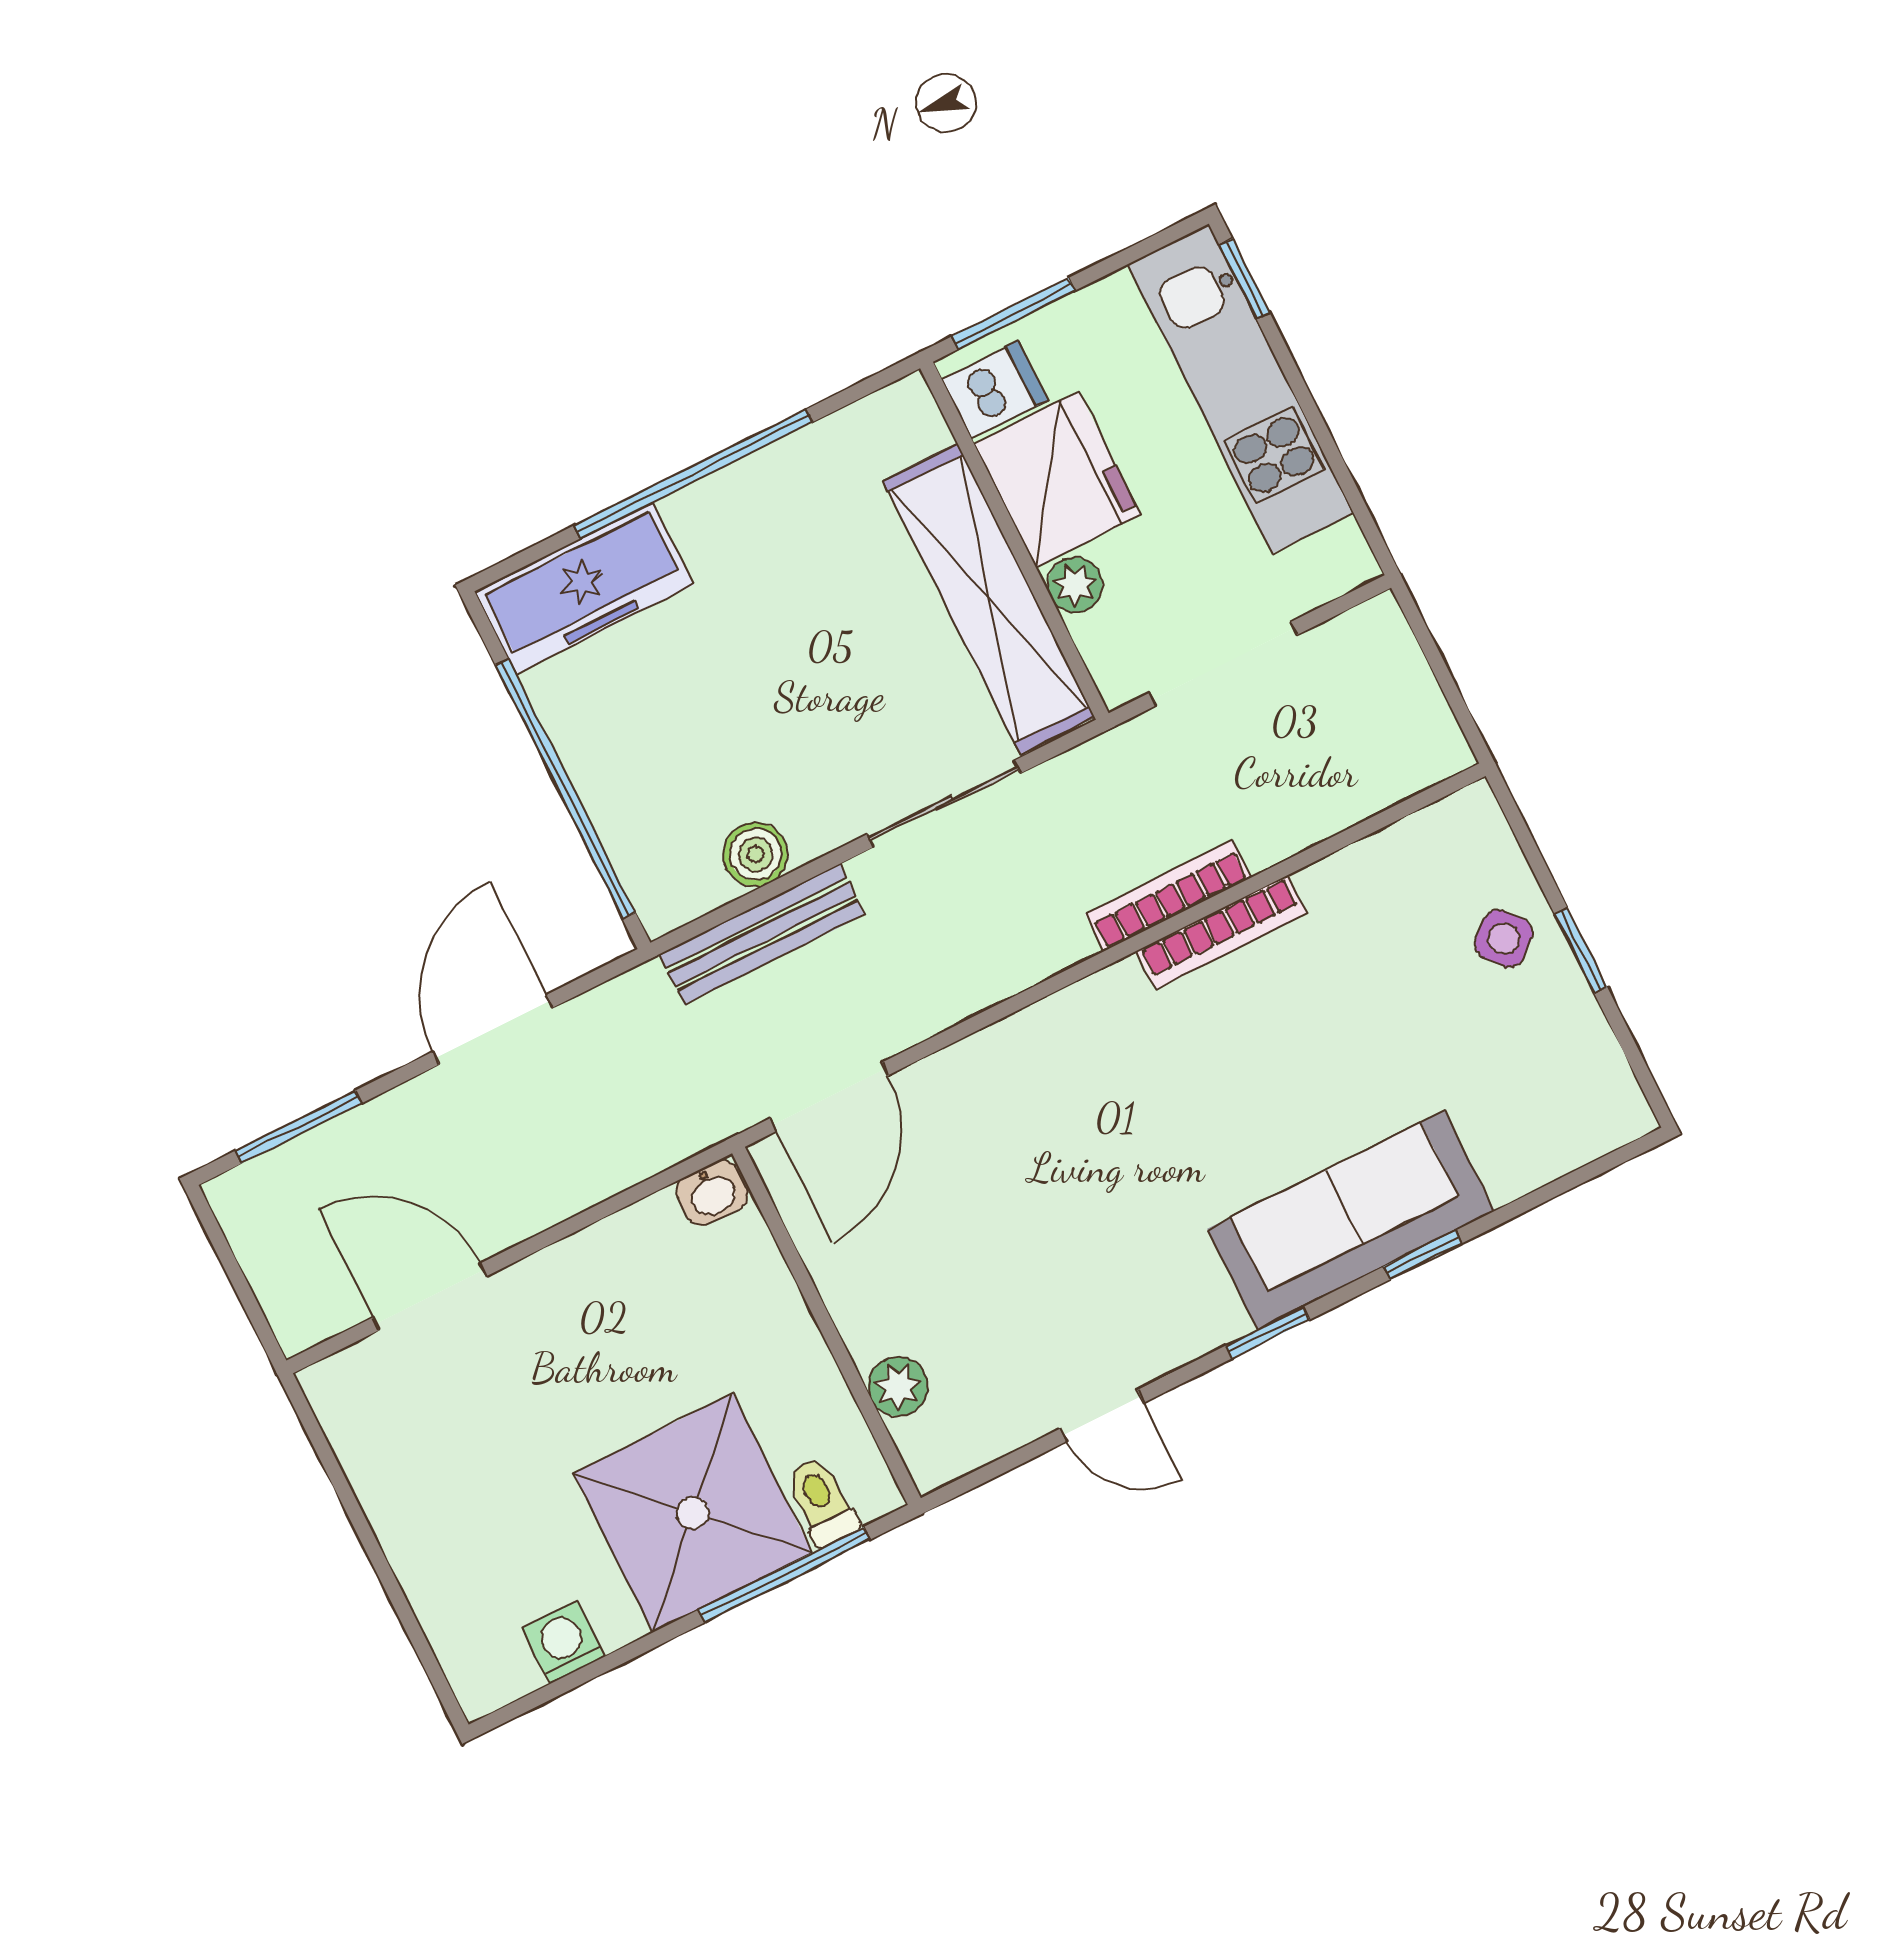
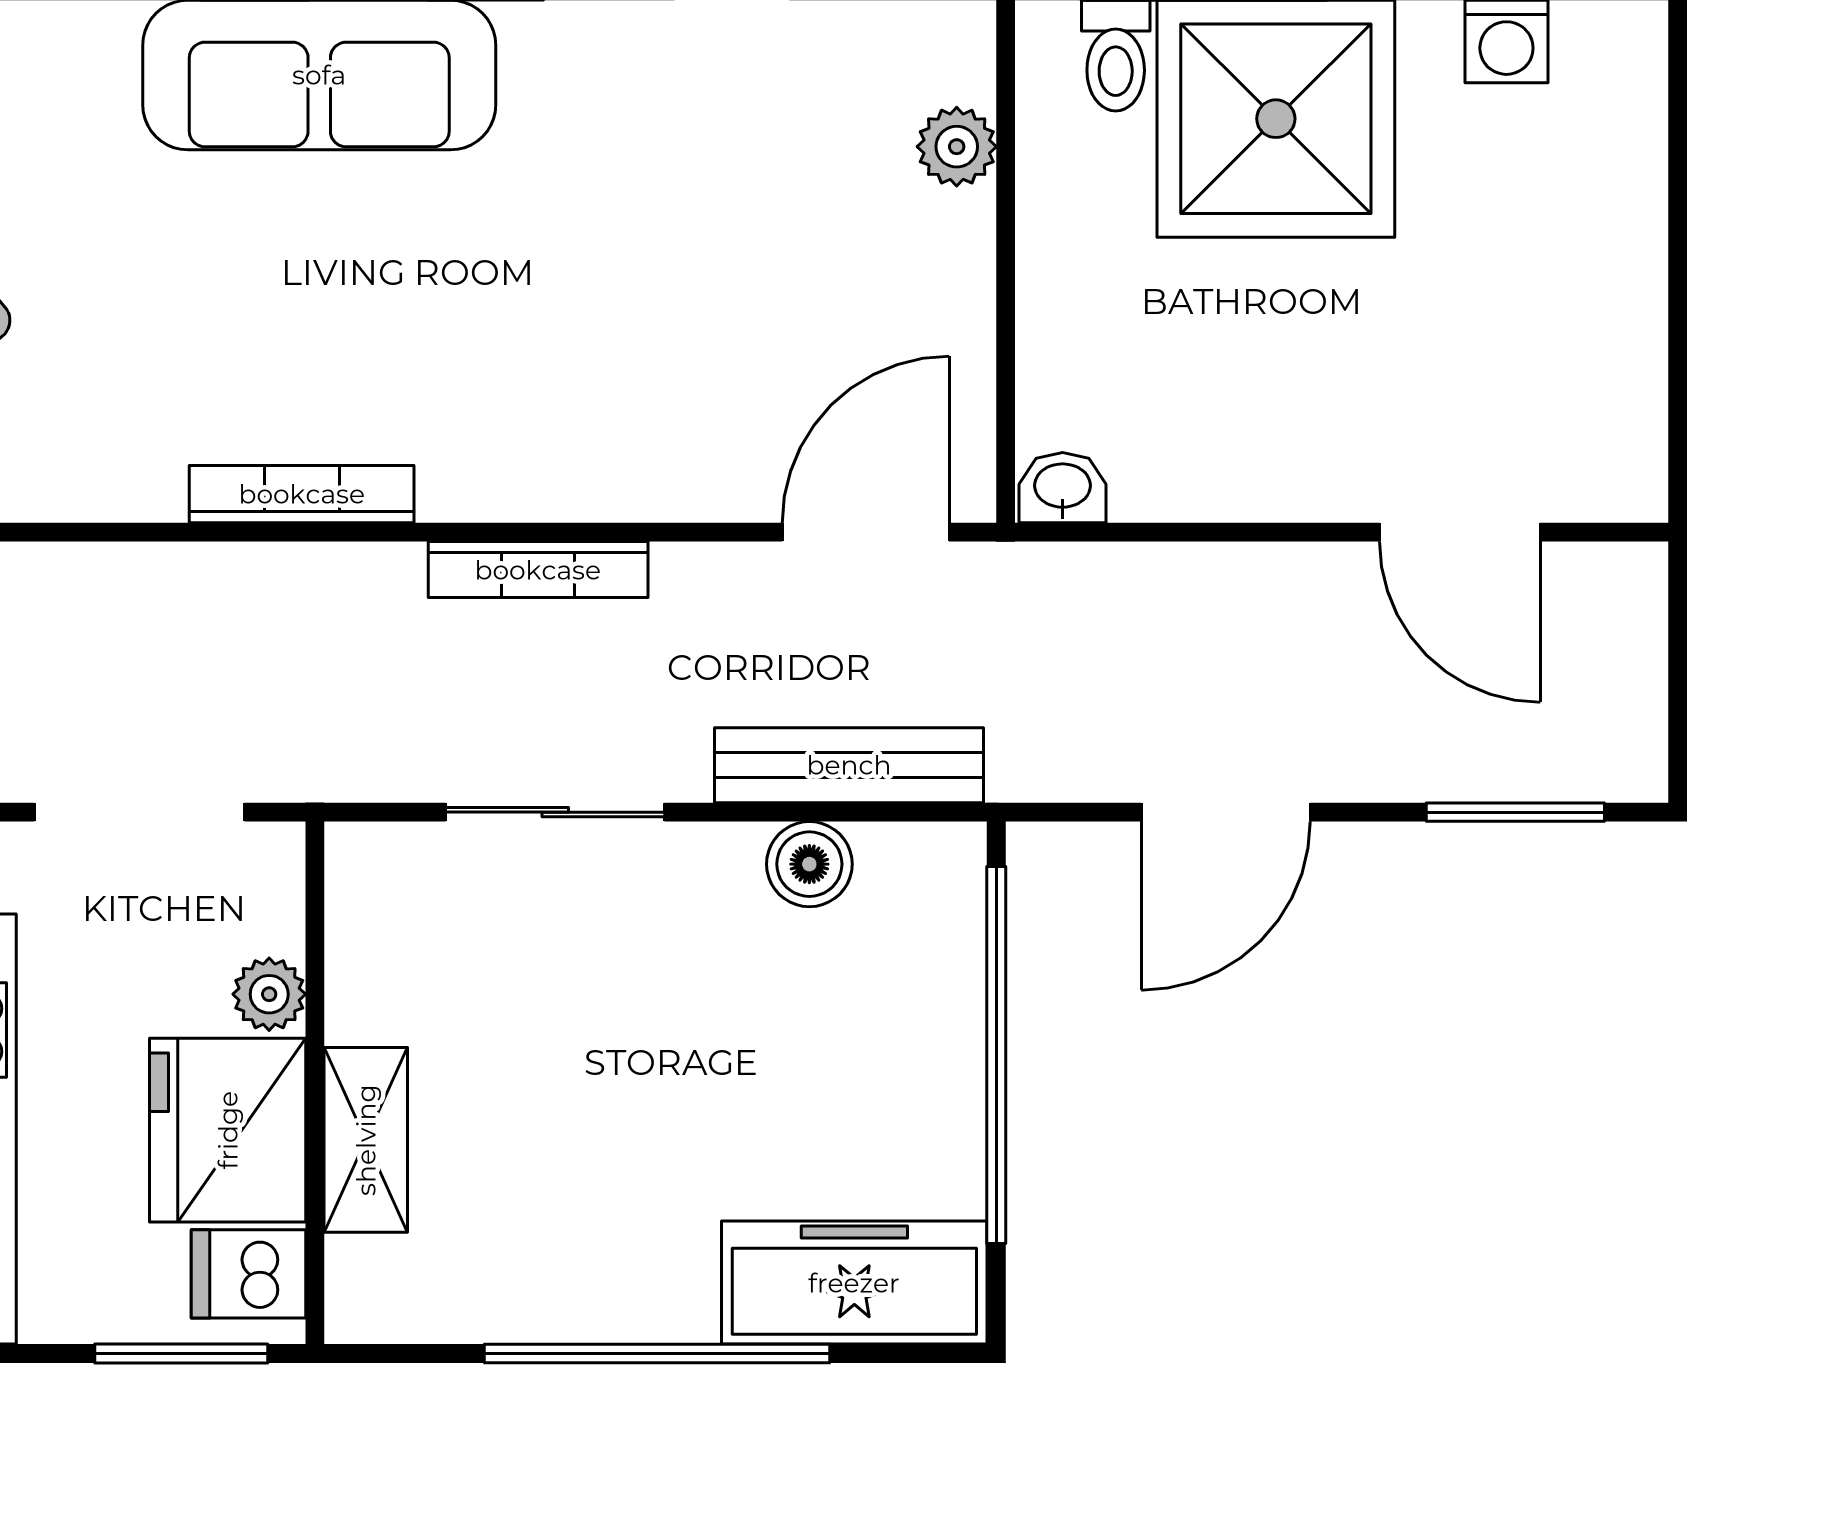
shelving: (989, 599) -> (366, 1140), width x0.45, depth x0.75
bookcase: (1168, 896) -> (538, 570), moved

